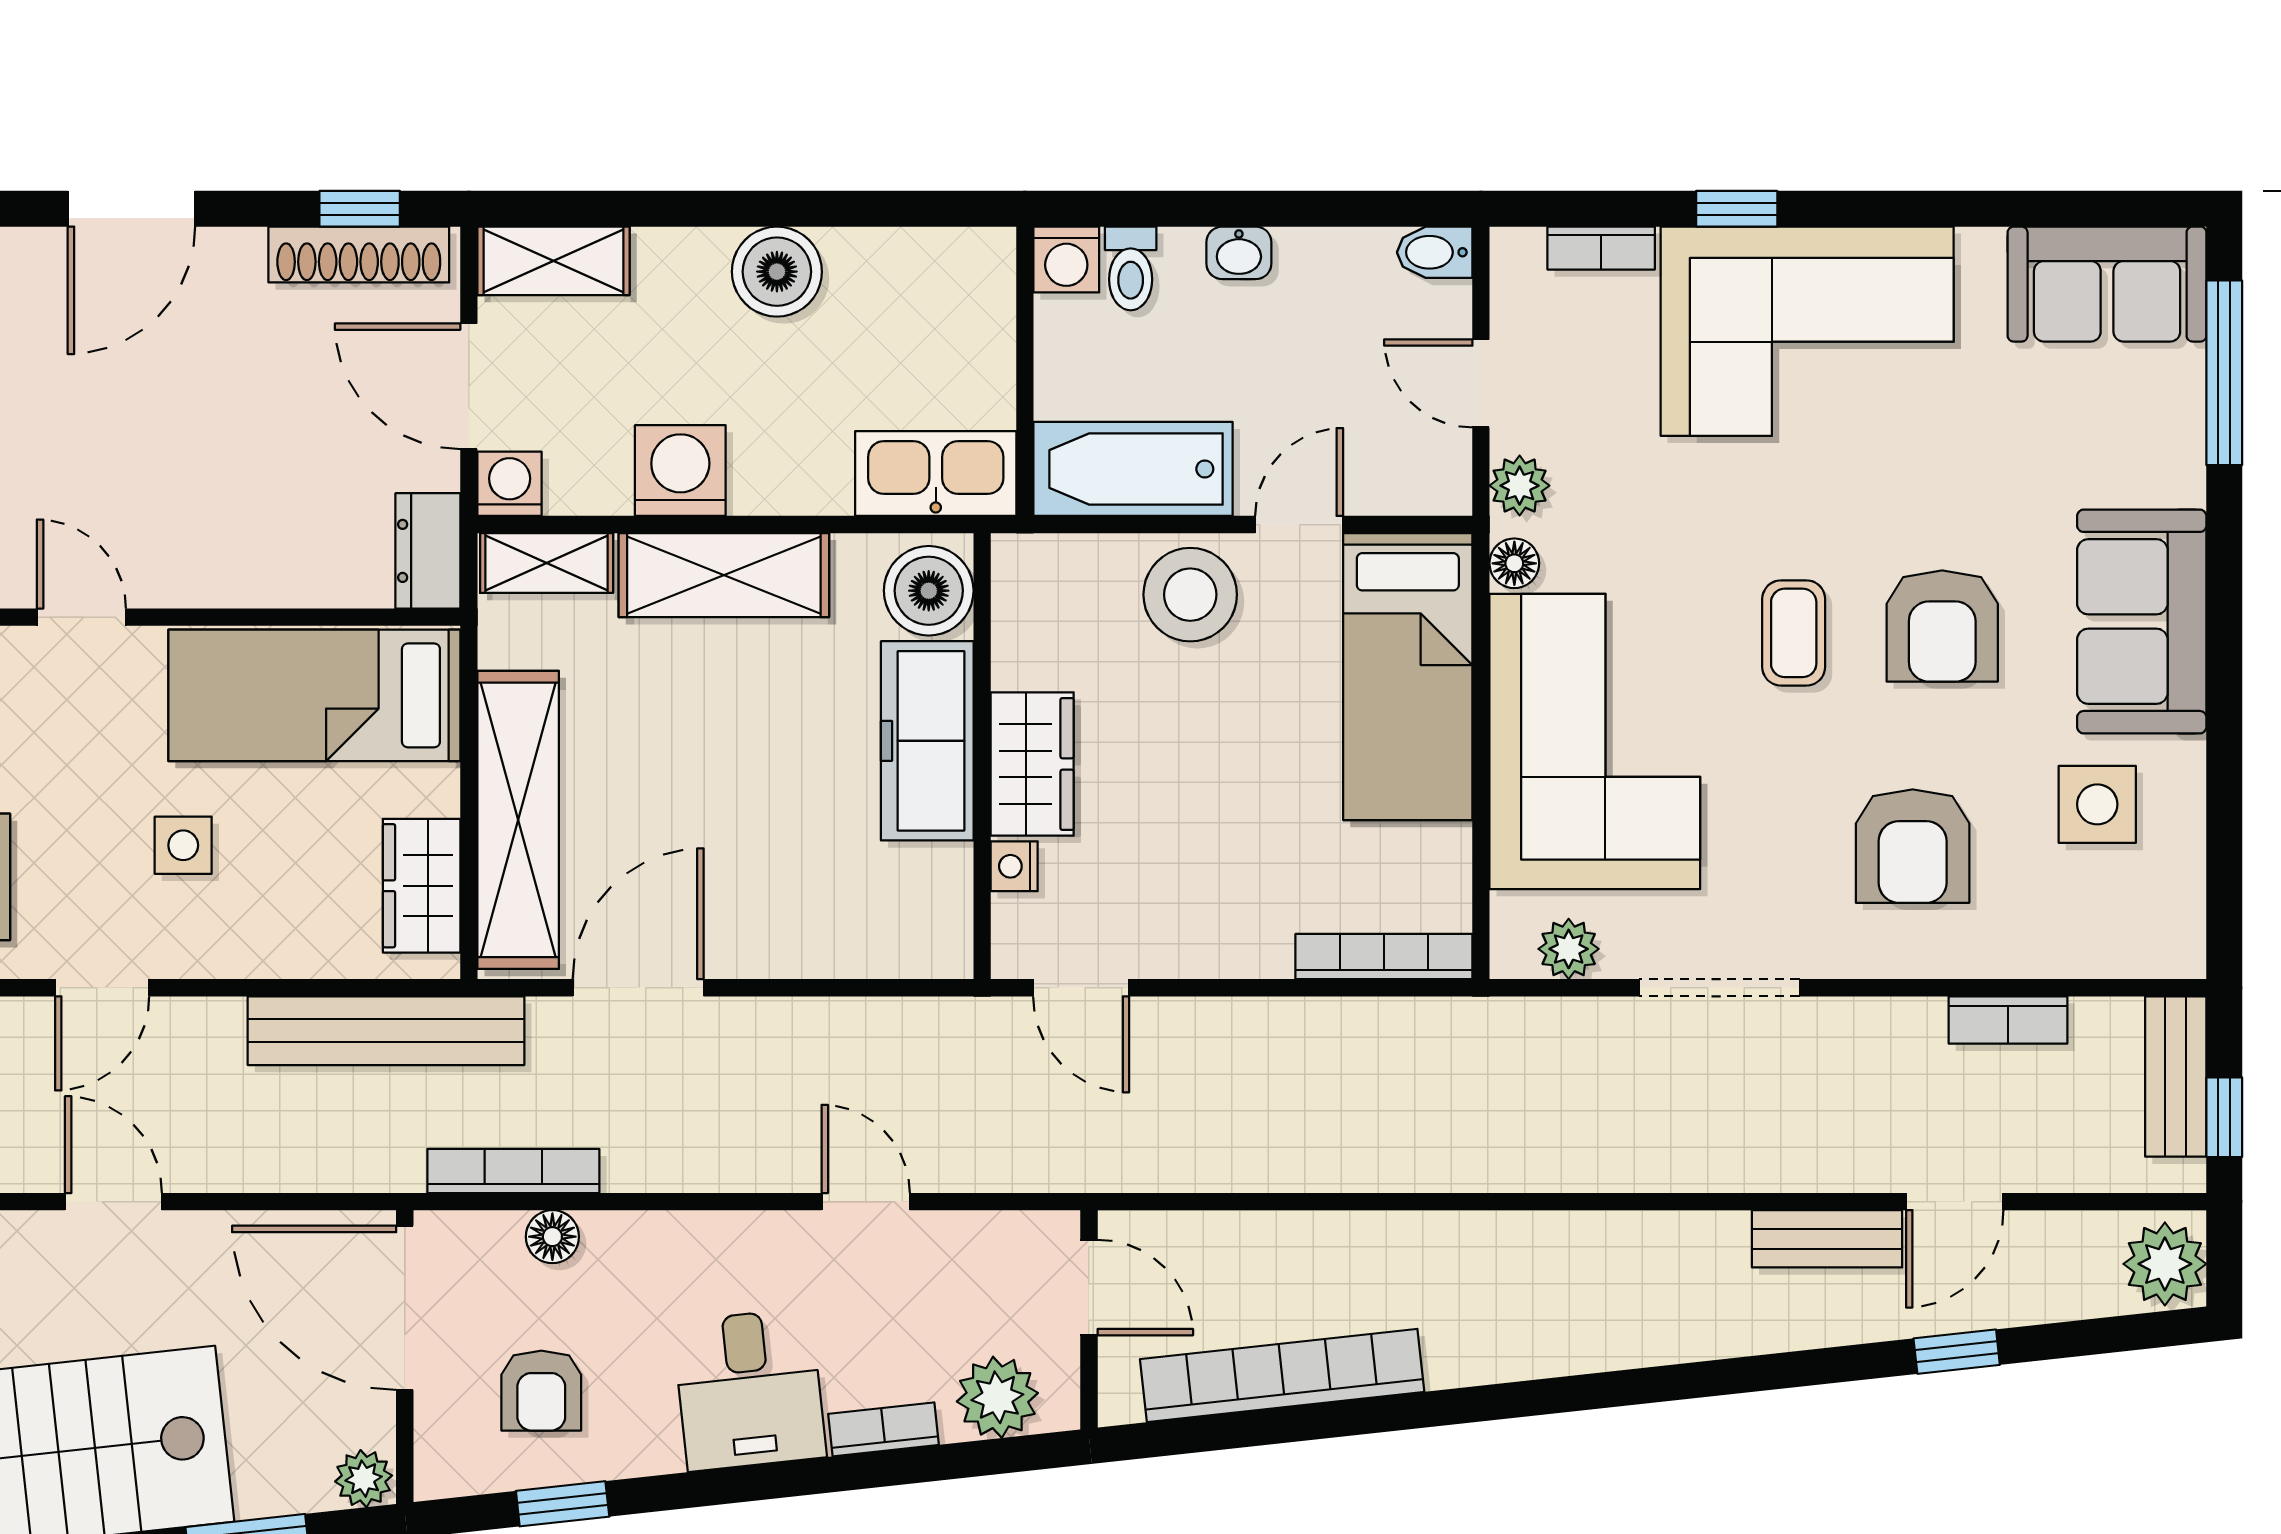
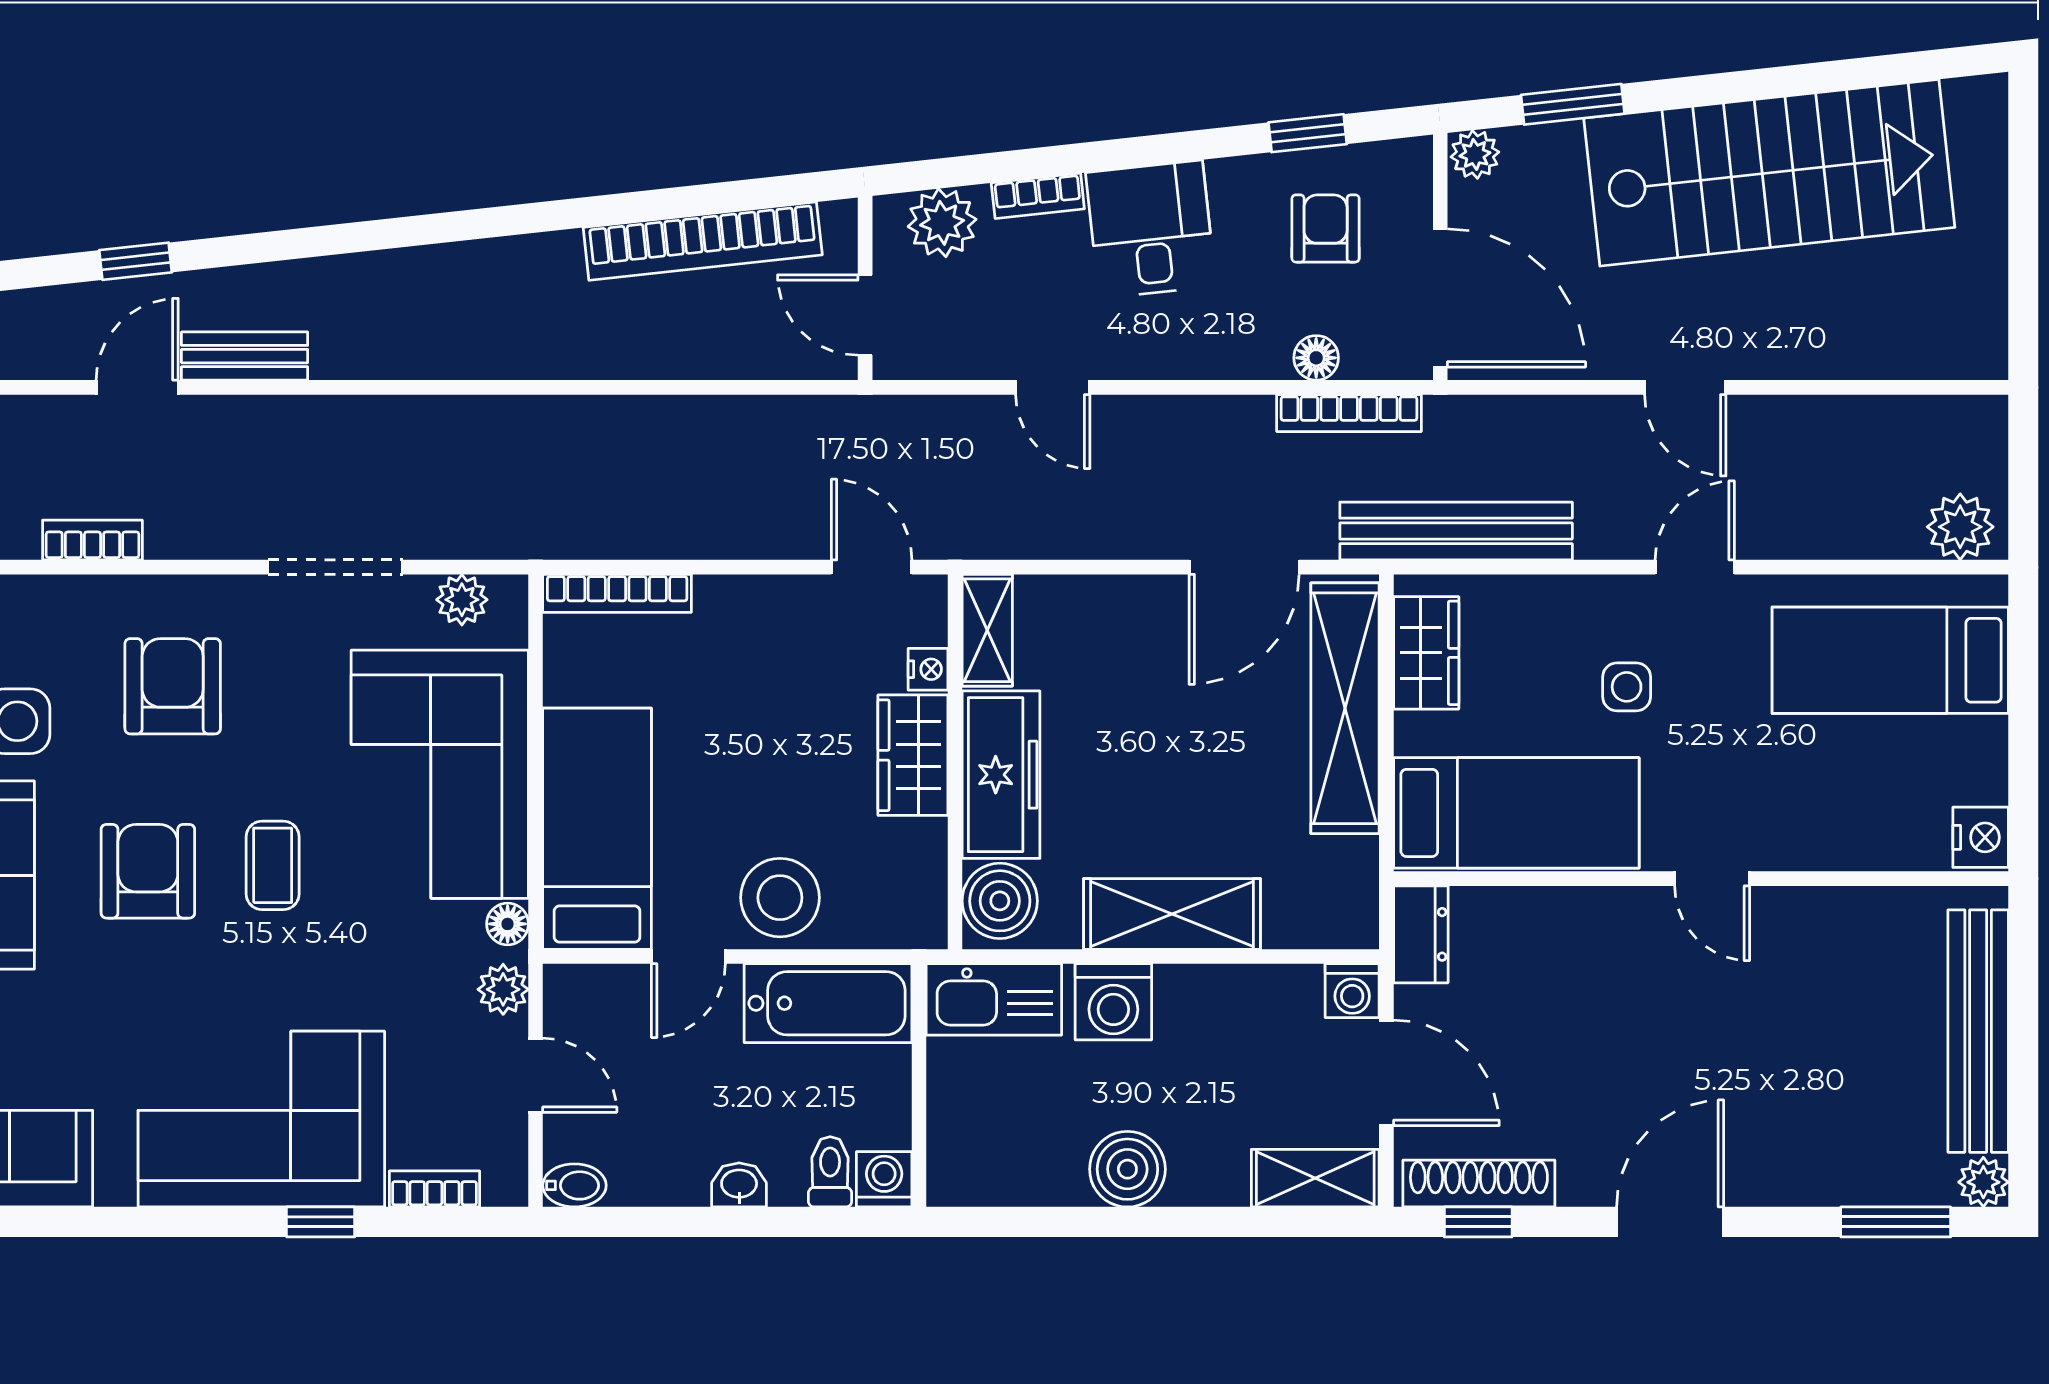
washing machine: (680, 471) -> (1113, 1002), moved
shelving: (547, 563) -> (987, 630), moved, turned 90

